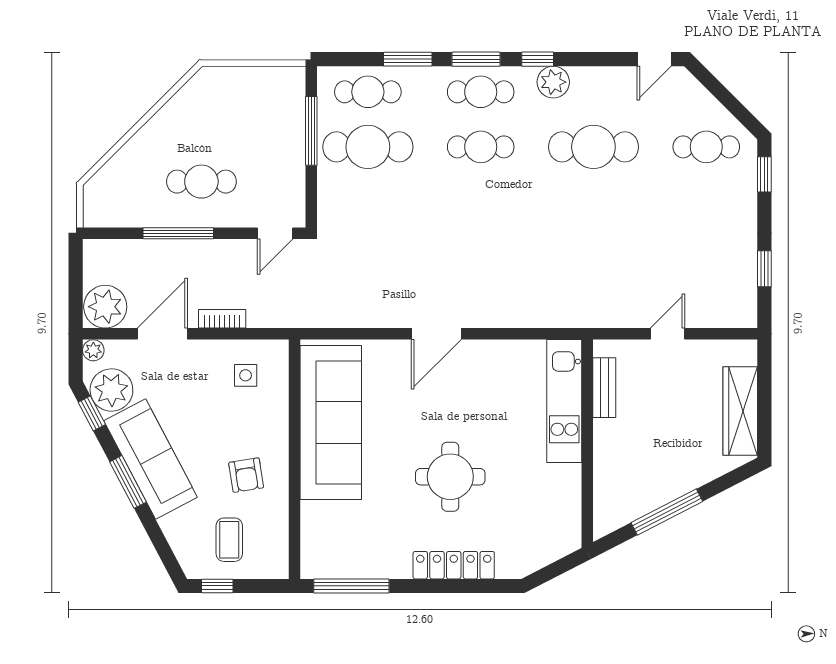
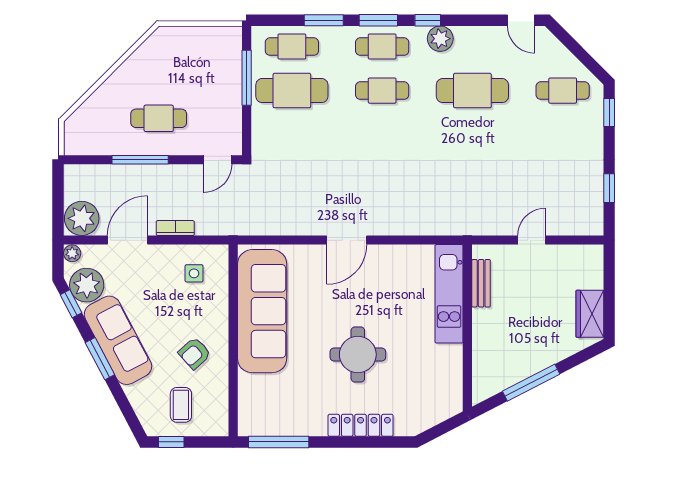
door: (654, 59) -> (521, 20), hinge flipped
wardrobe: (740, 411) -> (590, 314), width x0.67
armchair: (246, 475) -> (194, 353), turned 57

